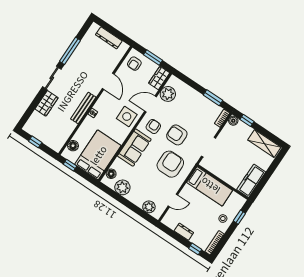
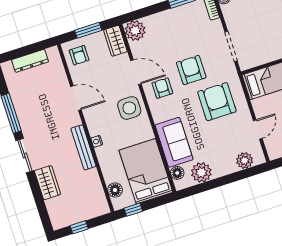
plant: (168, 94) -> (135, 31), moved
door: (150, 104) -> (136, 72), swing flipped
armchair: (177, 135) -> (191, 70), turned 90
sofa: (134, 148) -> (174, 142), moved

